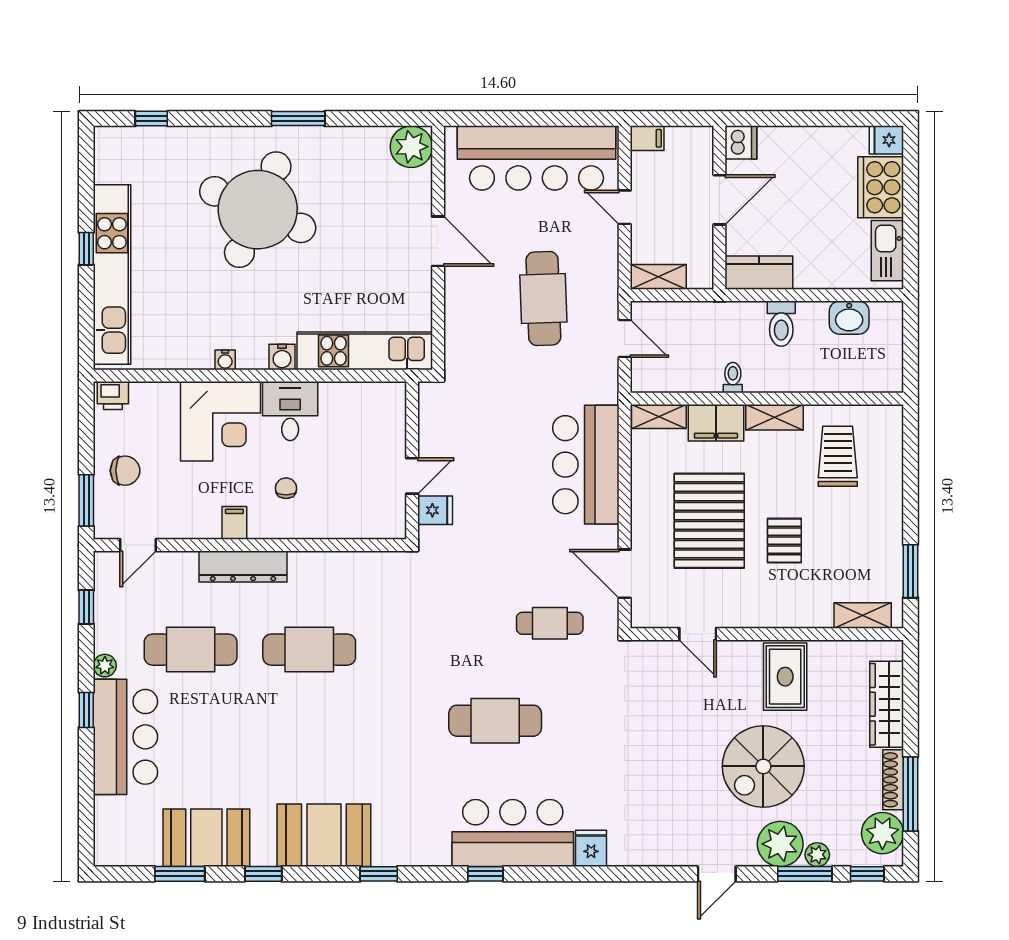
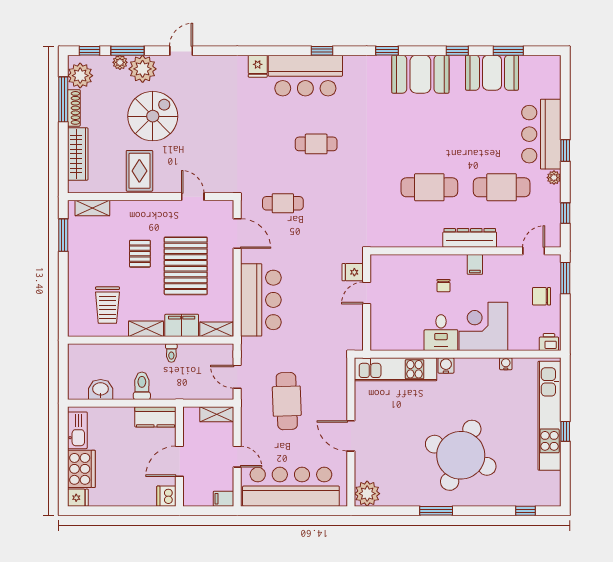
water cooler: (225, 360) -> (506, 364), moved
cafe table: (495, 721) -> (316, 144), width x0.73, depth x0.74

